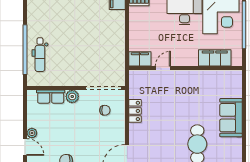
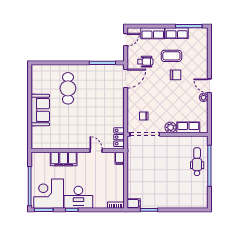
filing cabinet: (215, 58) -> (64, 159), moved
filing cabinet: (140, 59) -> (120, 158), width x0.50
door: (163, 68) -> (96, 151), swing flipped
locker: (135, 111) -> (119, 137), moved

